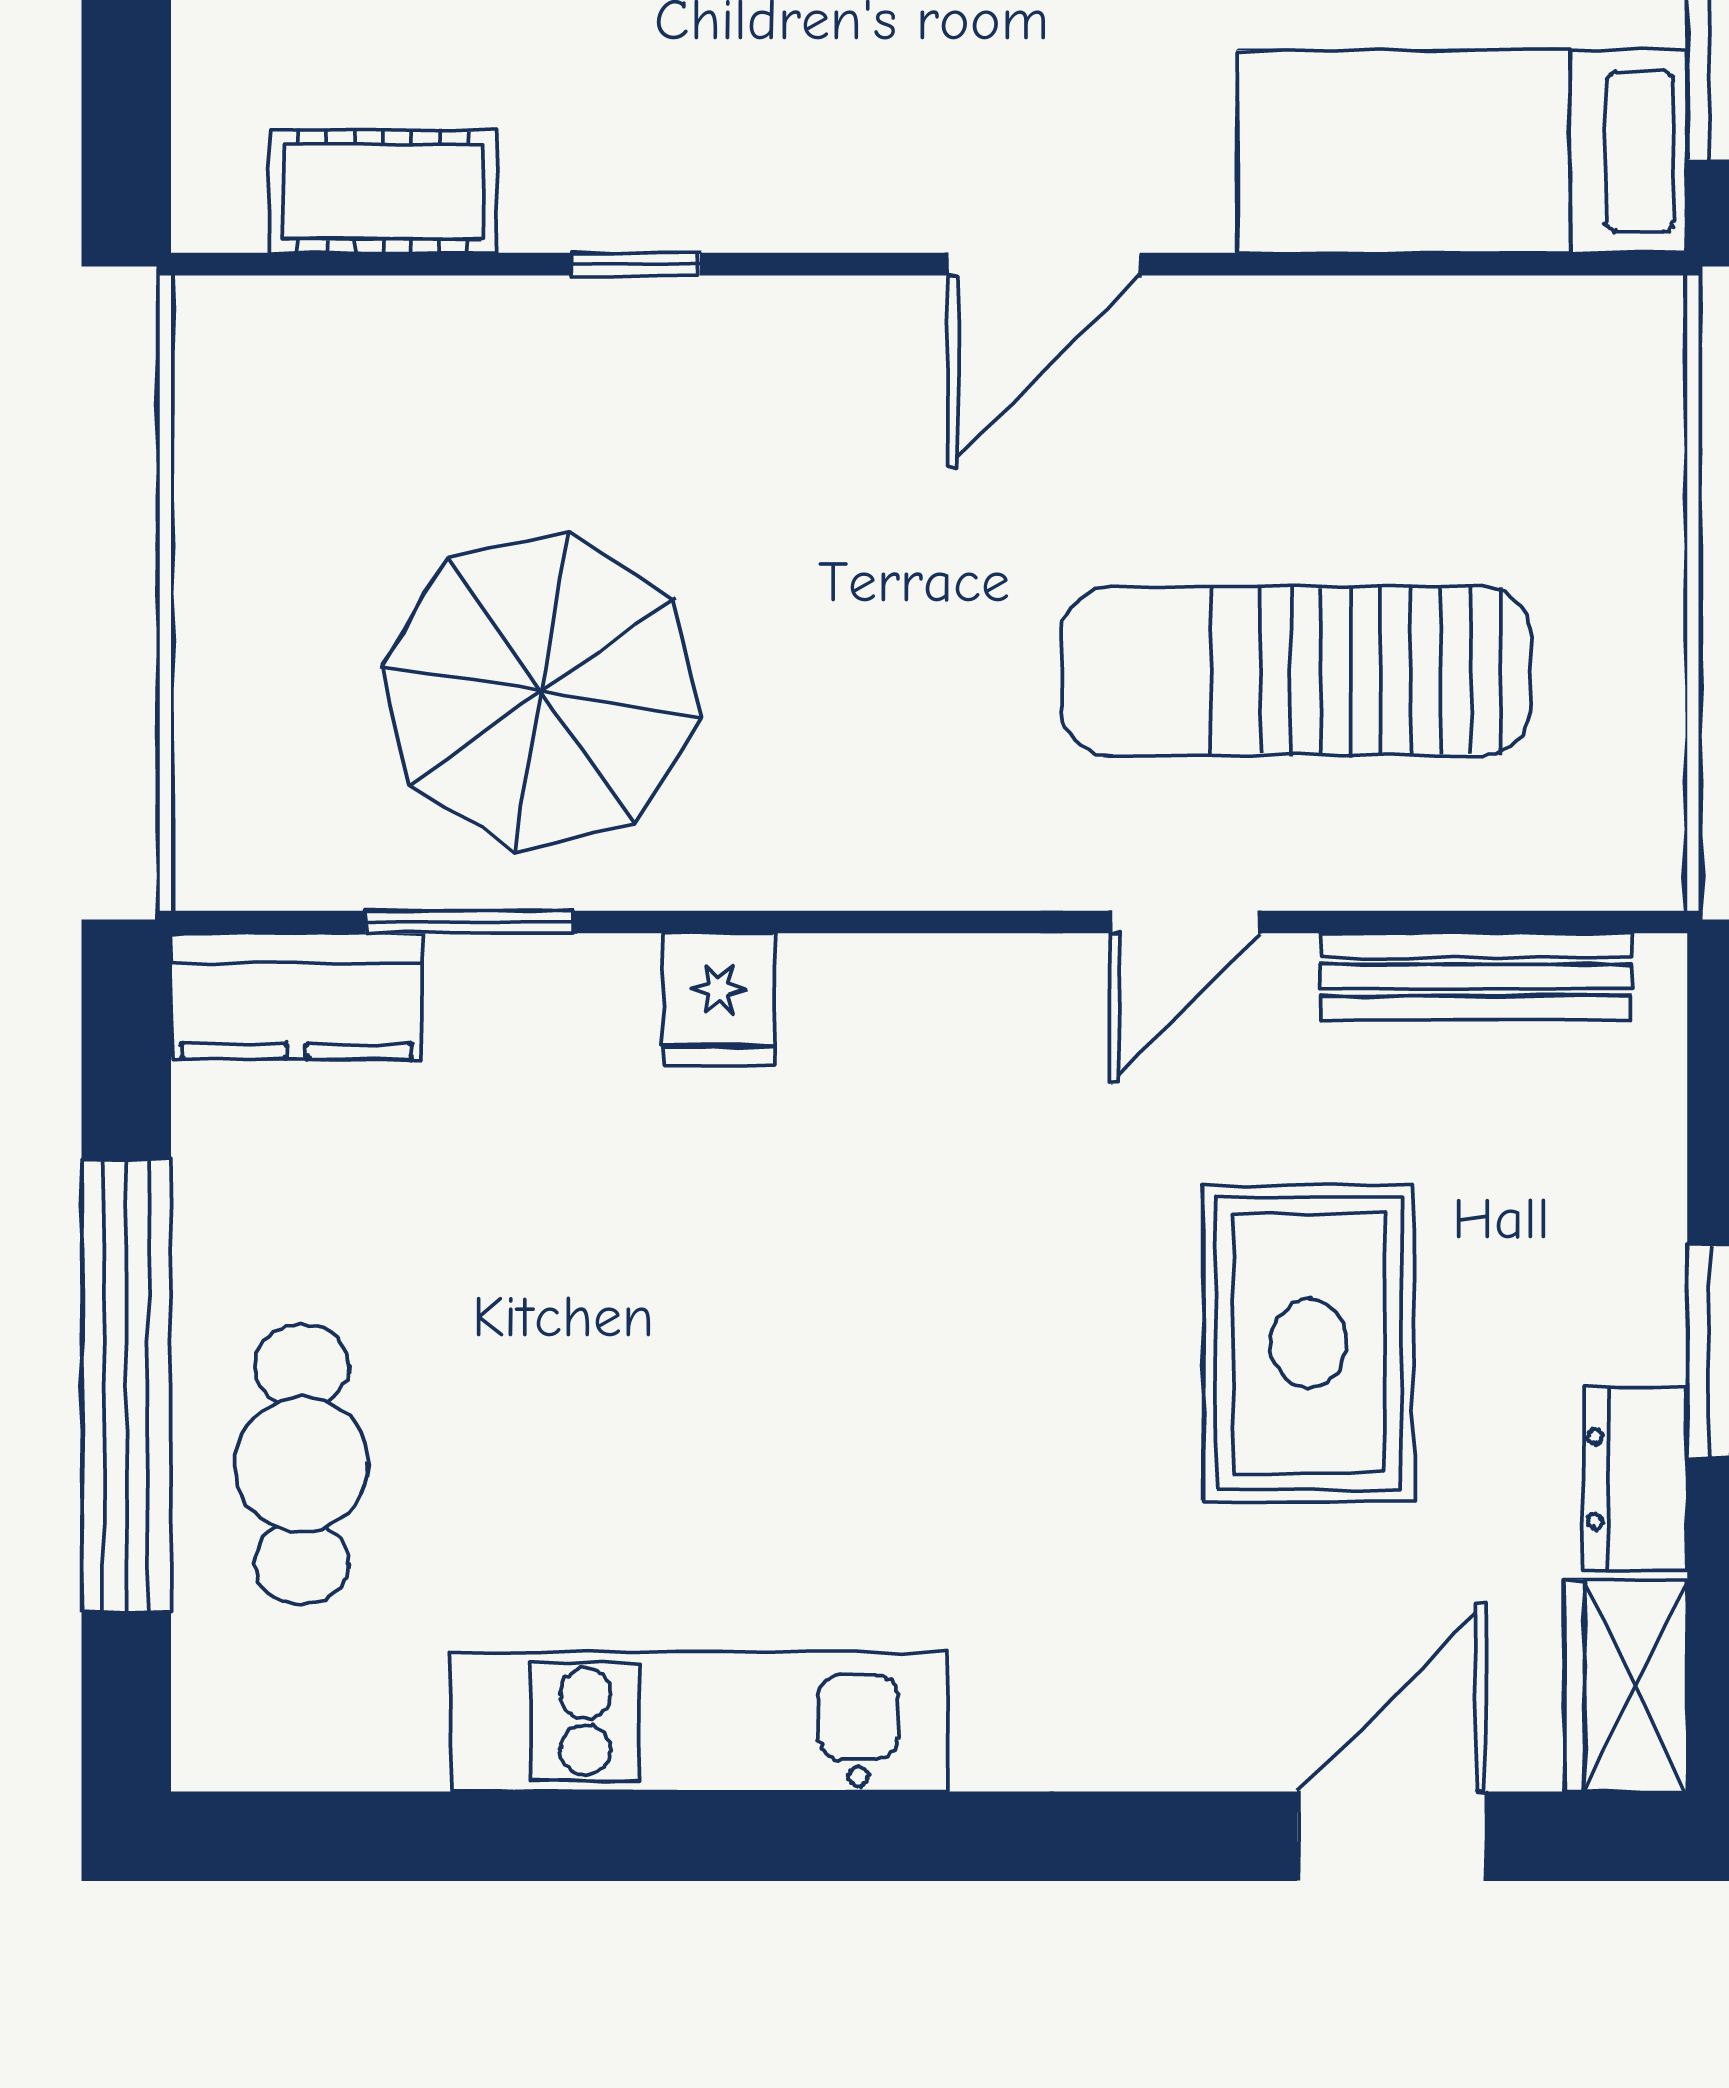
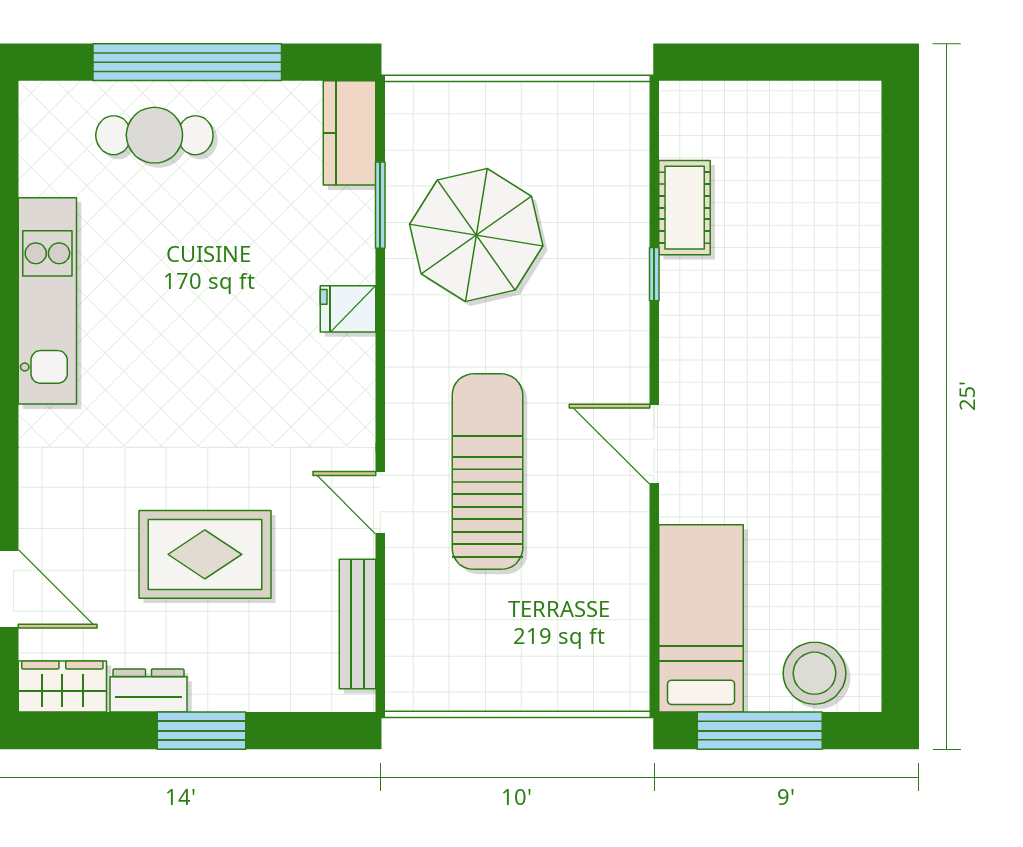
cot: (383, 191) -> (685, 208), moved
sun lounger: (1296, 671) -> (487, 472), moved

